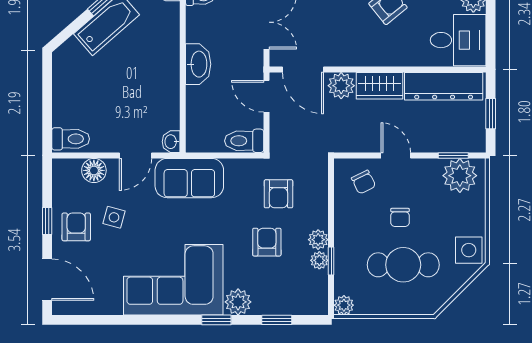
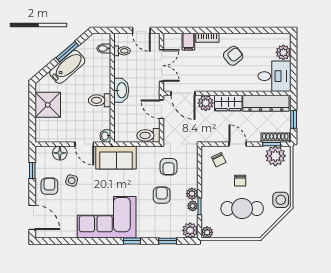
shower: (73, 89) -> (48, 105), added
toilet: (71, 139) -> (100, 100), moved, turned 180
shoe rack: (459, 144) -> (275, 138), added
door: (135, 155) -> (84, 144), hinge flipped
window: (47, 221) -> (32, 170), moved
plant: (238, 302) -> (190, 230), moved

